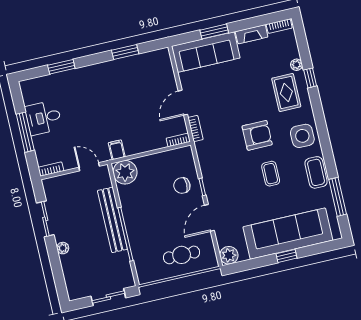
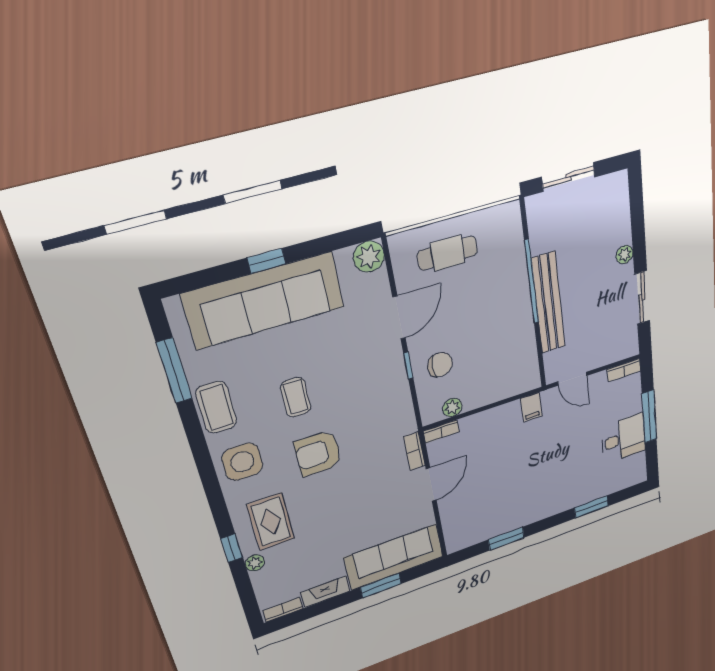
plant: (125, 172) -> (452, 408), moved, width x0.53, depth x0.53

